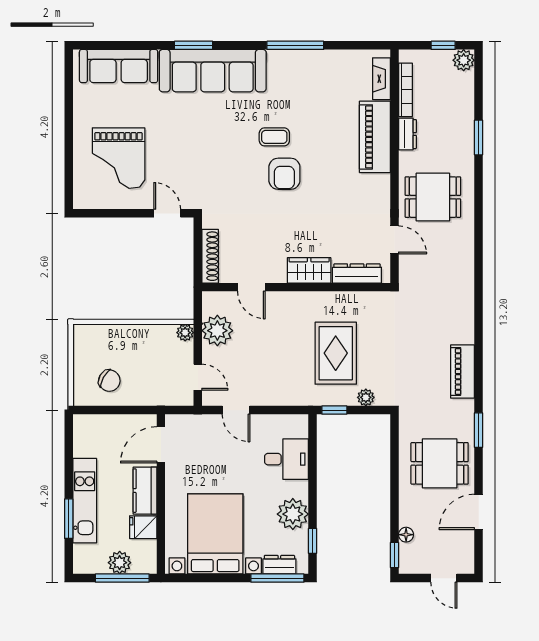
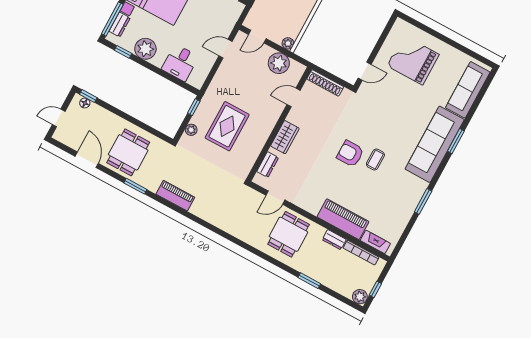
window: (295, 45) -> (423, 201), width x0.69
dresser: (357, 273) -> (268, 165), width x0.70
rug: (336, 353) -> (227, 126), turned 90
floor lamp: (406, 535) -> (85, 103), moved

